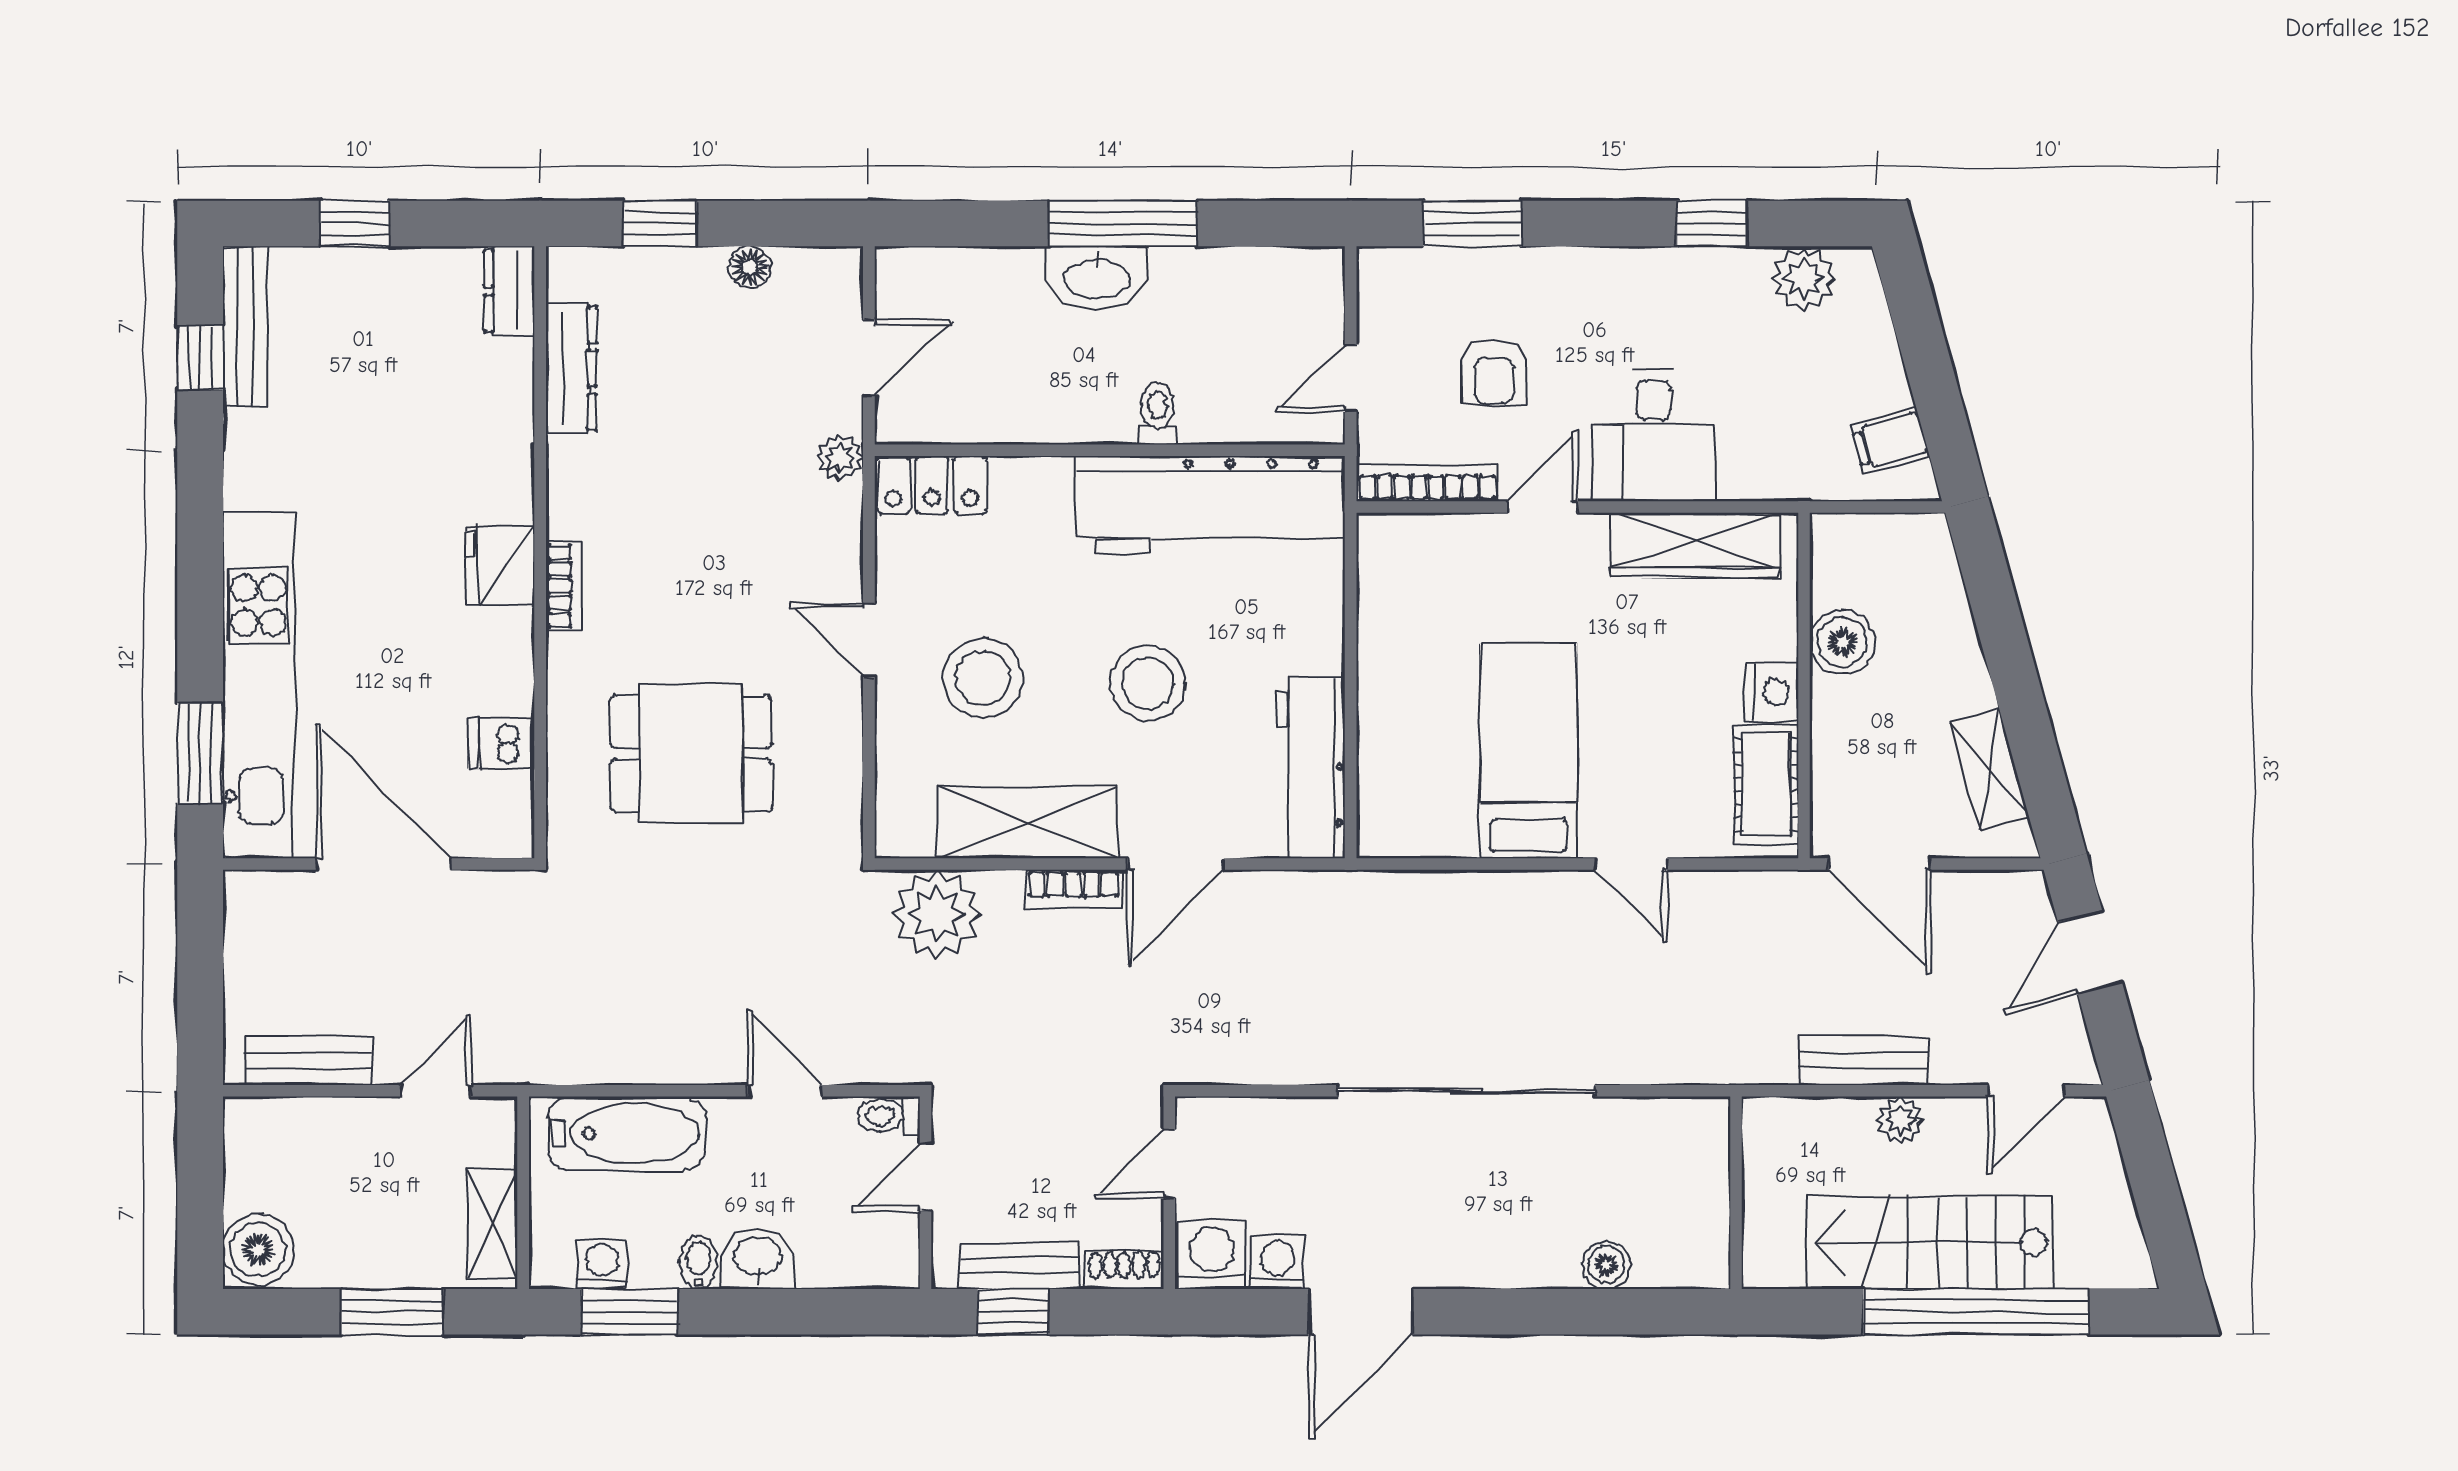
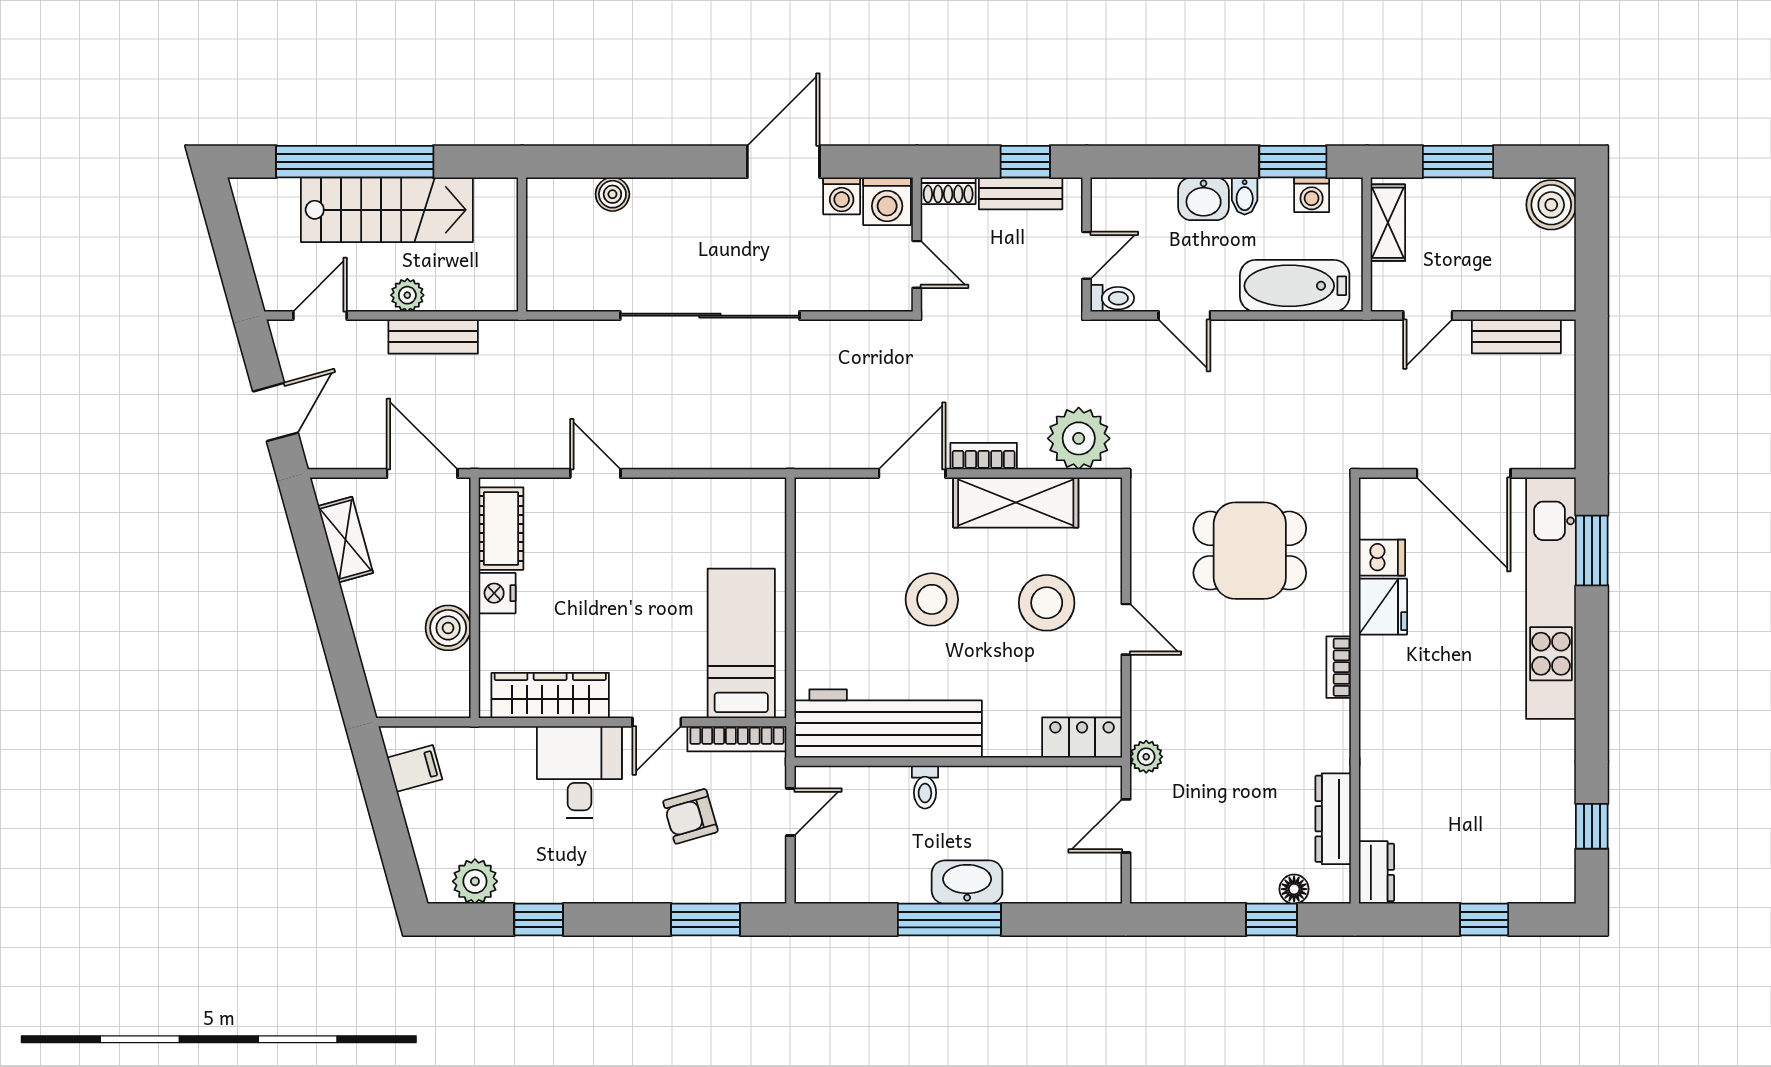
floor lamp: (750, 267) -> (1294, 889), moved
bench: (245, 327) -> (1560, 848), removed
armchair: (1494, 372) -> (690, 816), turned -106
fridge: (500, 565) -> (1383, 607), moved
bed: (1529, 751) -> (741, 643), moved, turned 180
workbench: (1311, 768) -> (818, 541), removed
door: (1169, 1164) -> (917, 264), hinge flipped

